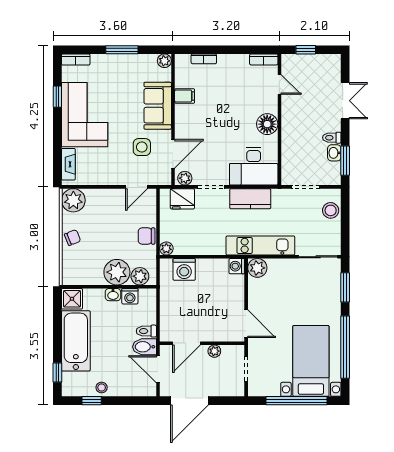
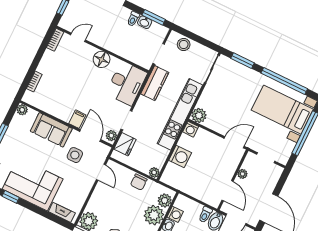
filing cabinet: (185, 96) -> (77, 119), moved
kitchen counter: (250, 199) -> (155, 83), moved
kitchen unit: (260, 245) -> (180, 114), width x1.36
washing machine: (184, 269) -> (180, 157), moved

